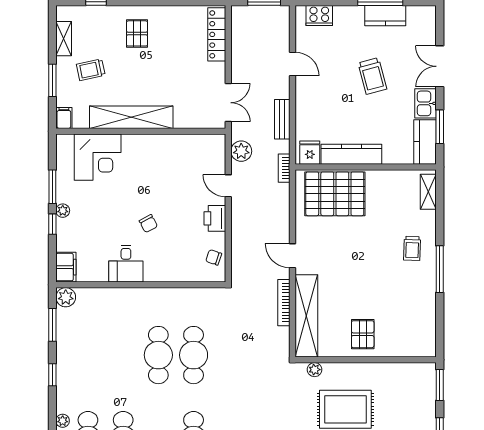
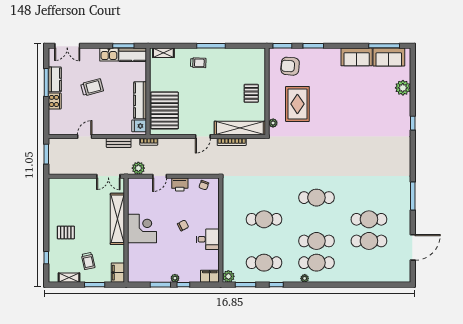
cooker: (319, 16) -> (55, 101), moved
locker: (217, 34) -> (66, 183), removed
double door: (440, 66) -> (67, 46), moved
double door: (228, 103) -> (108, 176), swing flipped
shelving: (131, 117) -> (117, 219), moved
filing cabinet: (64, 118) -> (118, 273), width x2.00
corner desk: (98, 157) -> (142, 229), moved
pallet: (363, 334) -> (251, 93), turned 90
cafe table: (194, 355) -> (264, 263), moved
armchair: (407, 397) -> (290, 66), added

